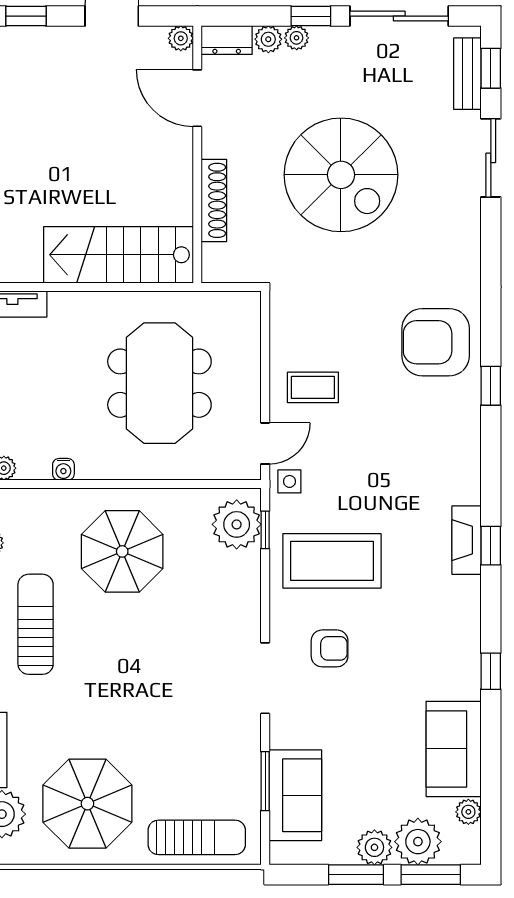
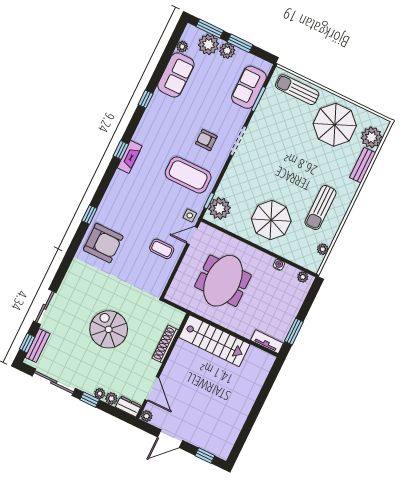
spiral stairs: (341, 175) -> (109, 329), width x0.73, depth x0.73

